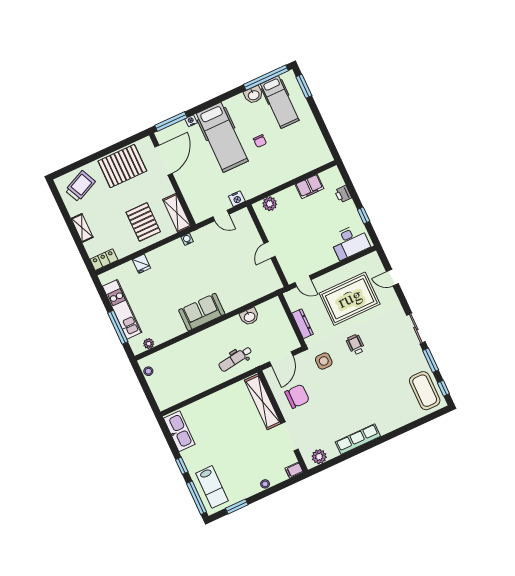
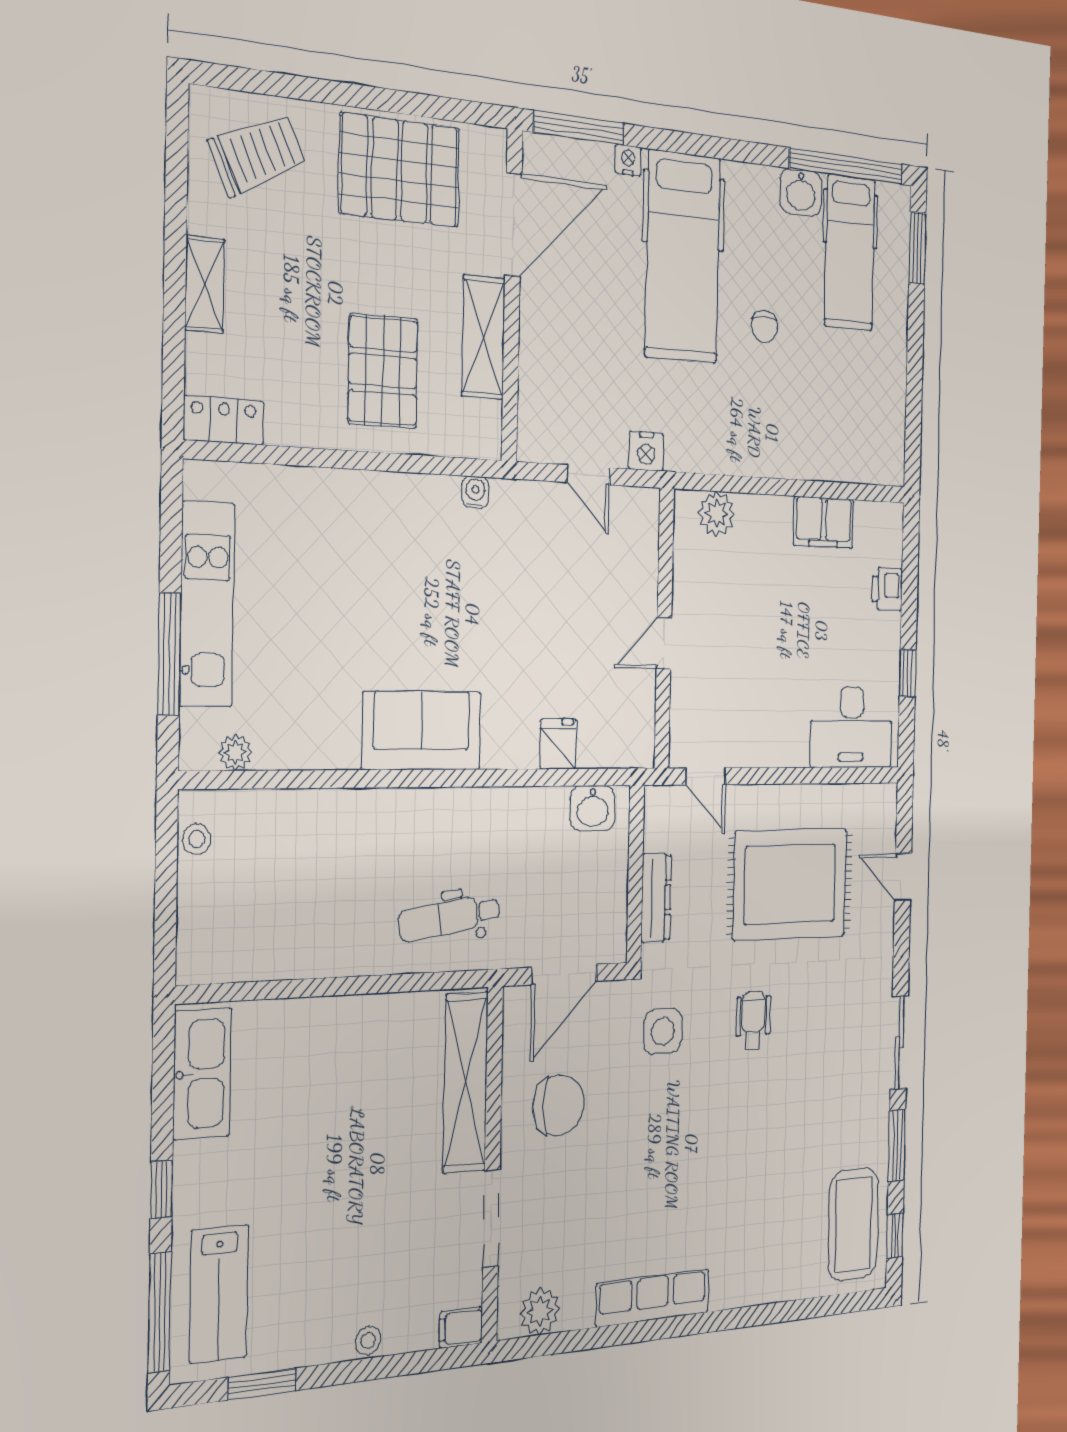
shelving: (177, 213) -> (483, 337), moved
fridge: (141, 264) -> (558, 744), moved, turned 180
washbasin: (249, 317) -> (593, 808), moved

